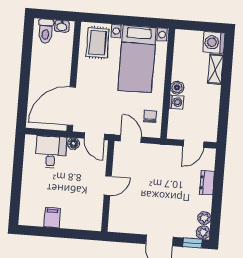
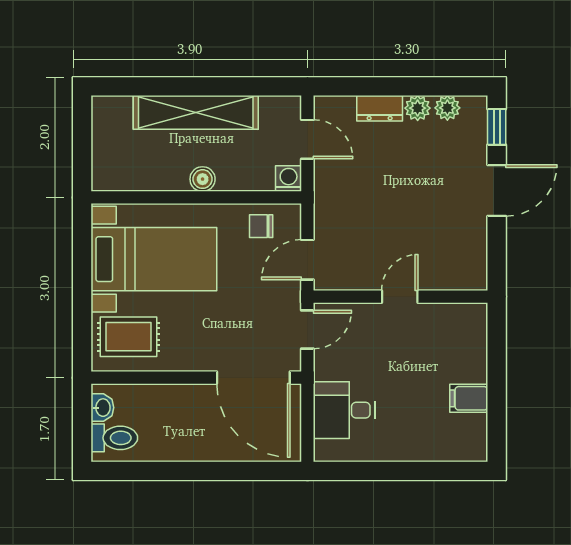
washing machine: (214, 42) -> (111, 115), removed
shelving: (216, 69) -> (196, 112), width x2.20, depth x1.33
washing machine: (176, 102) -> (289, 179), moved
floor lamp: (73, 144) -> (325, 368), removed
door: (108, 186) -> (400, 297), hinge flipped
plant: (203, 232) -> (418, 108), moved

